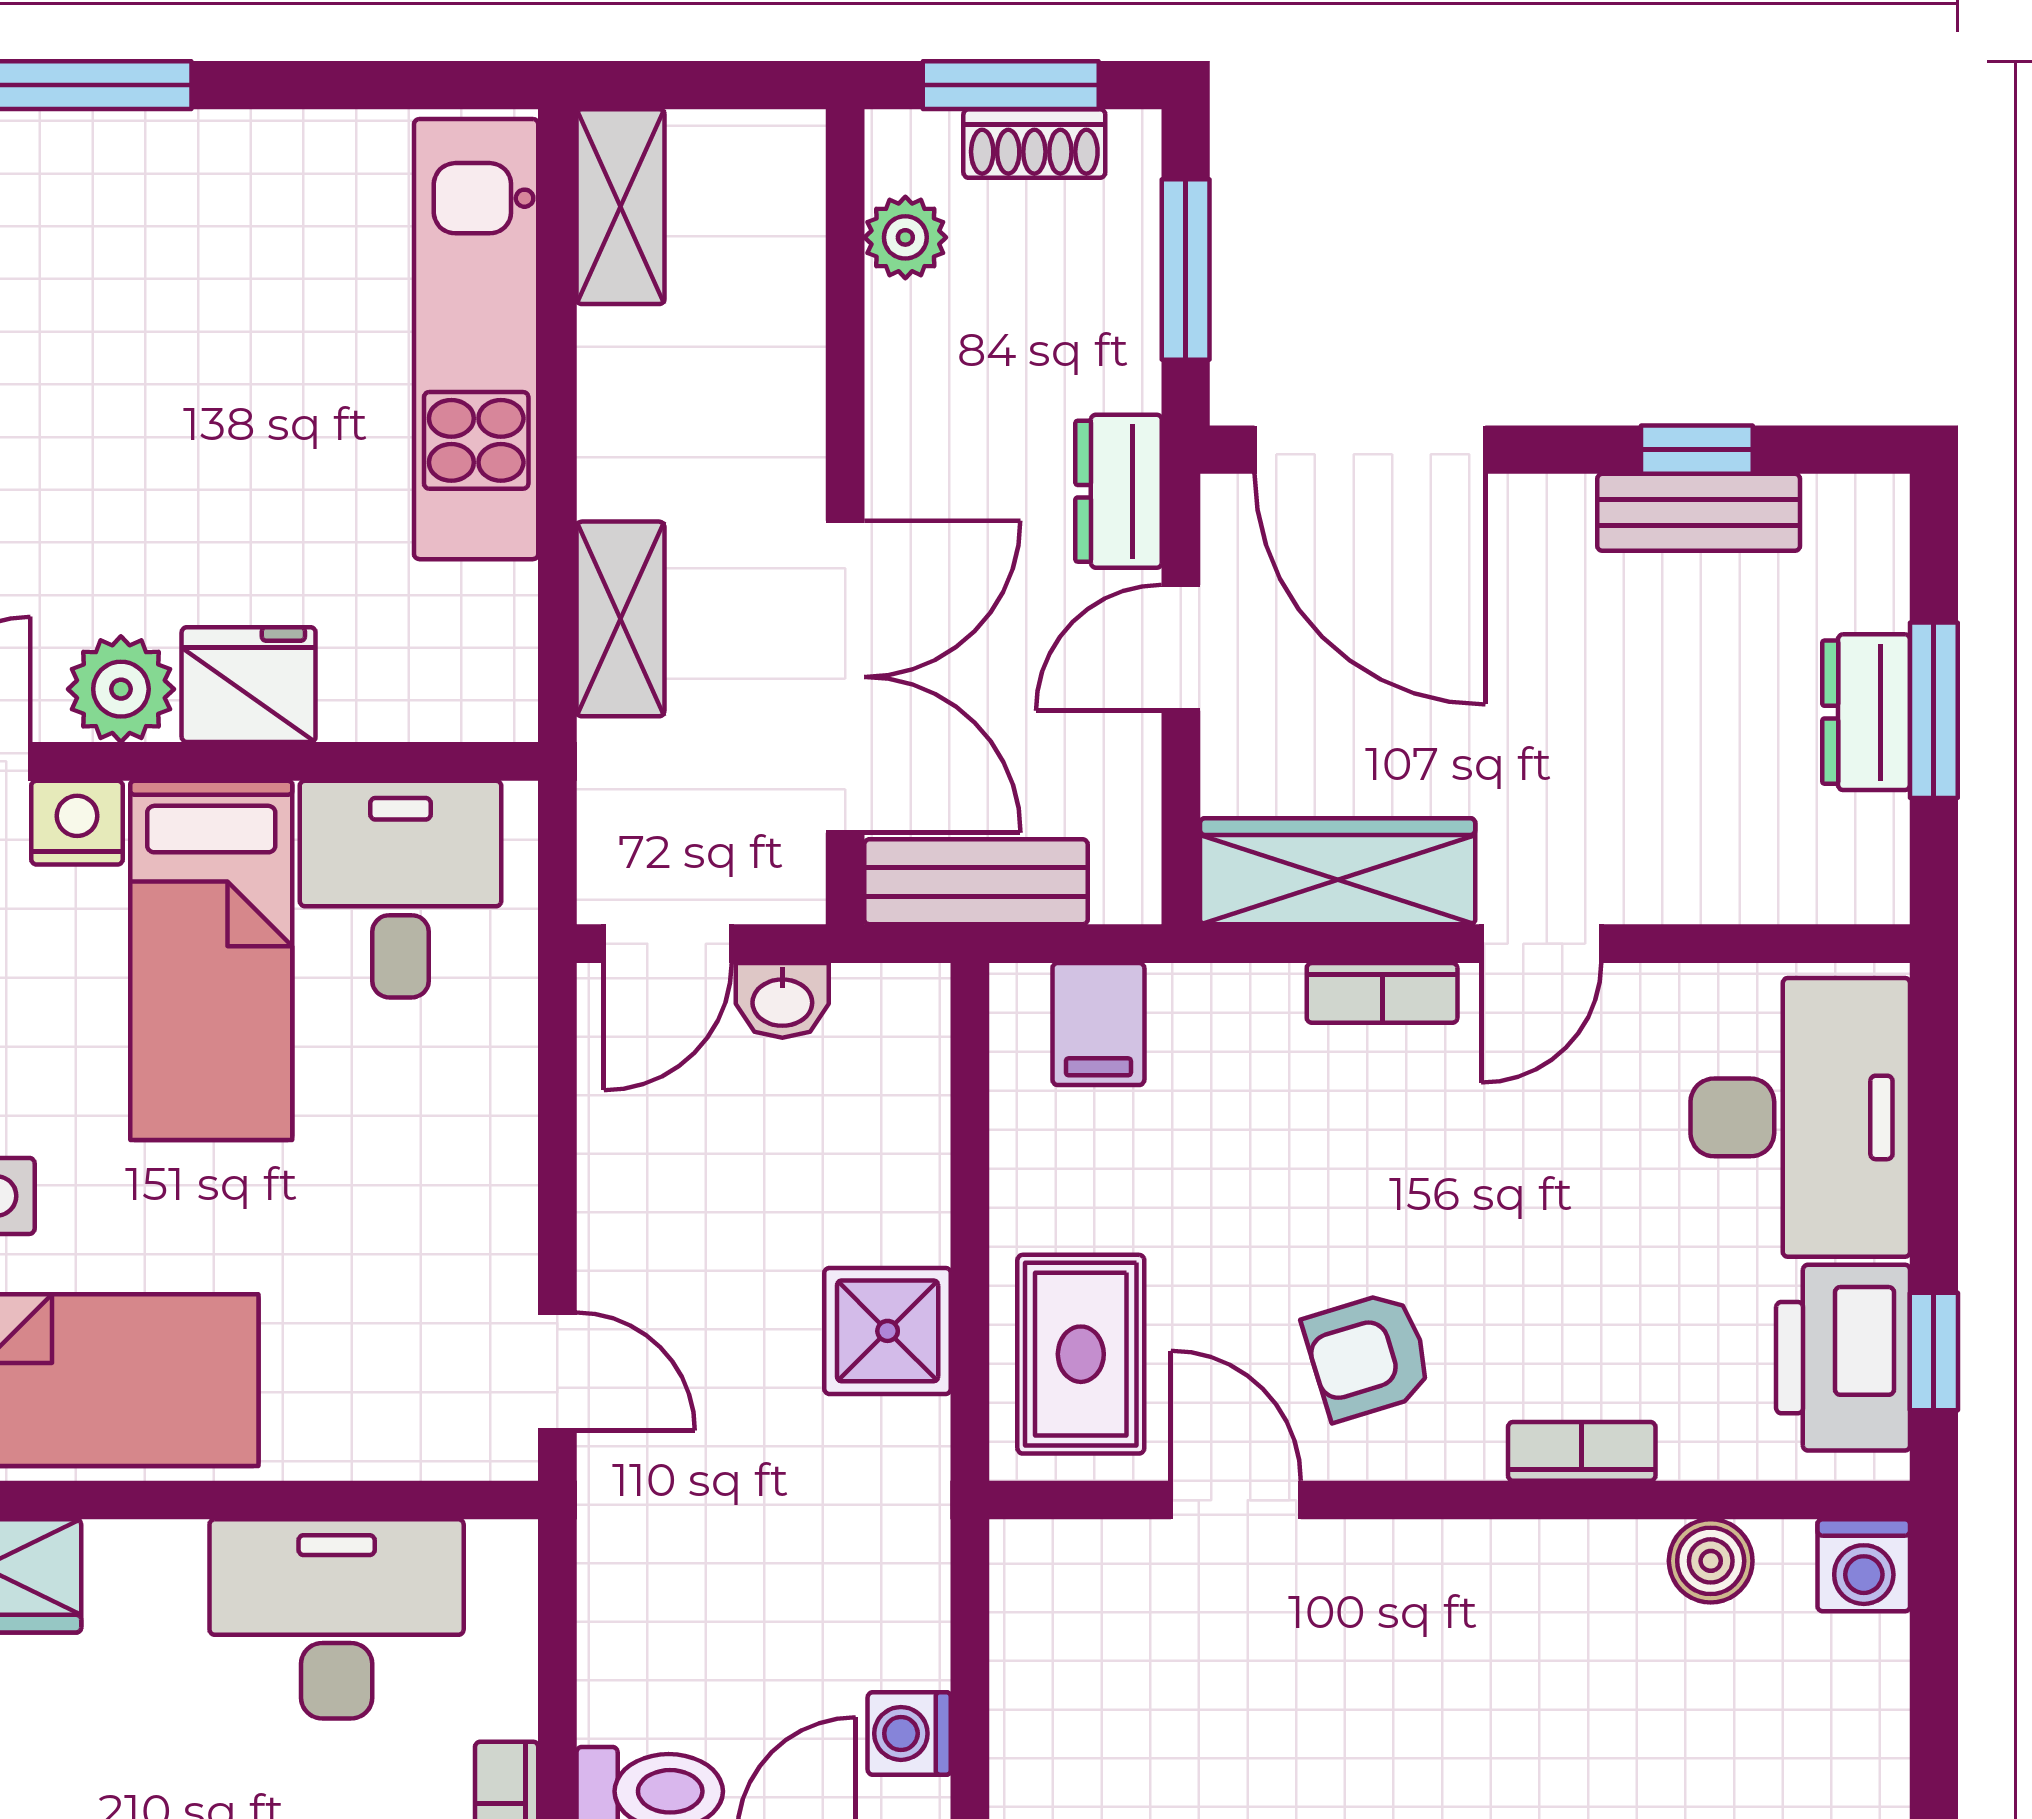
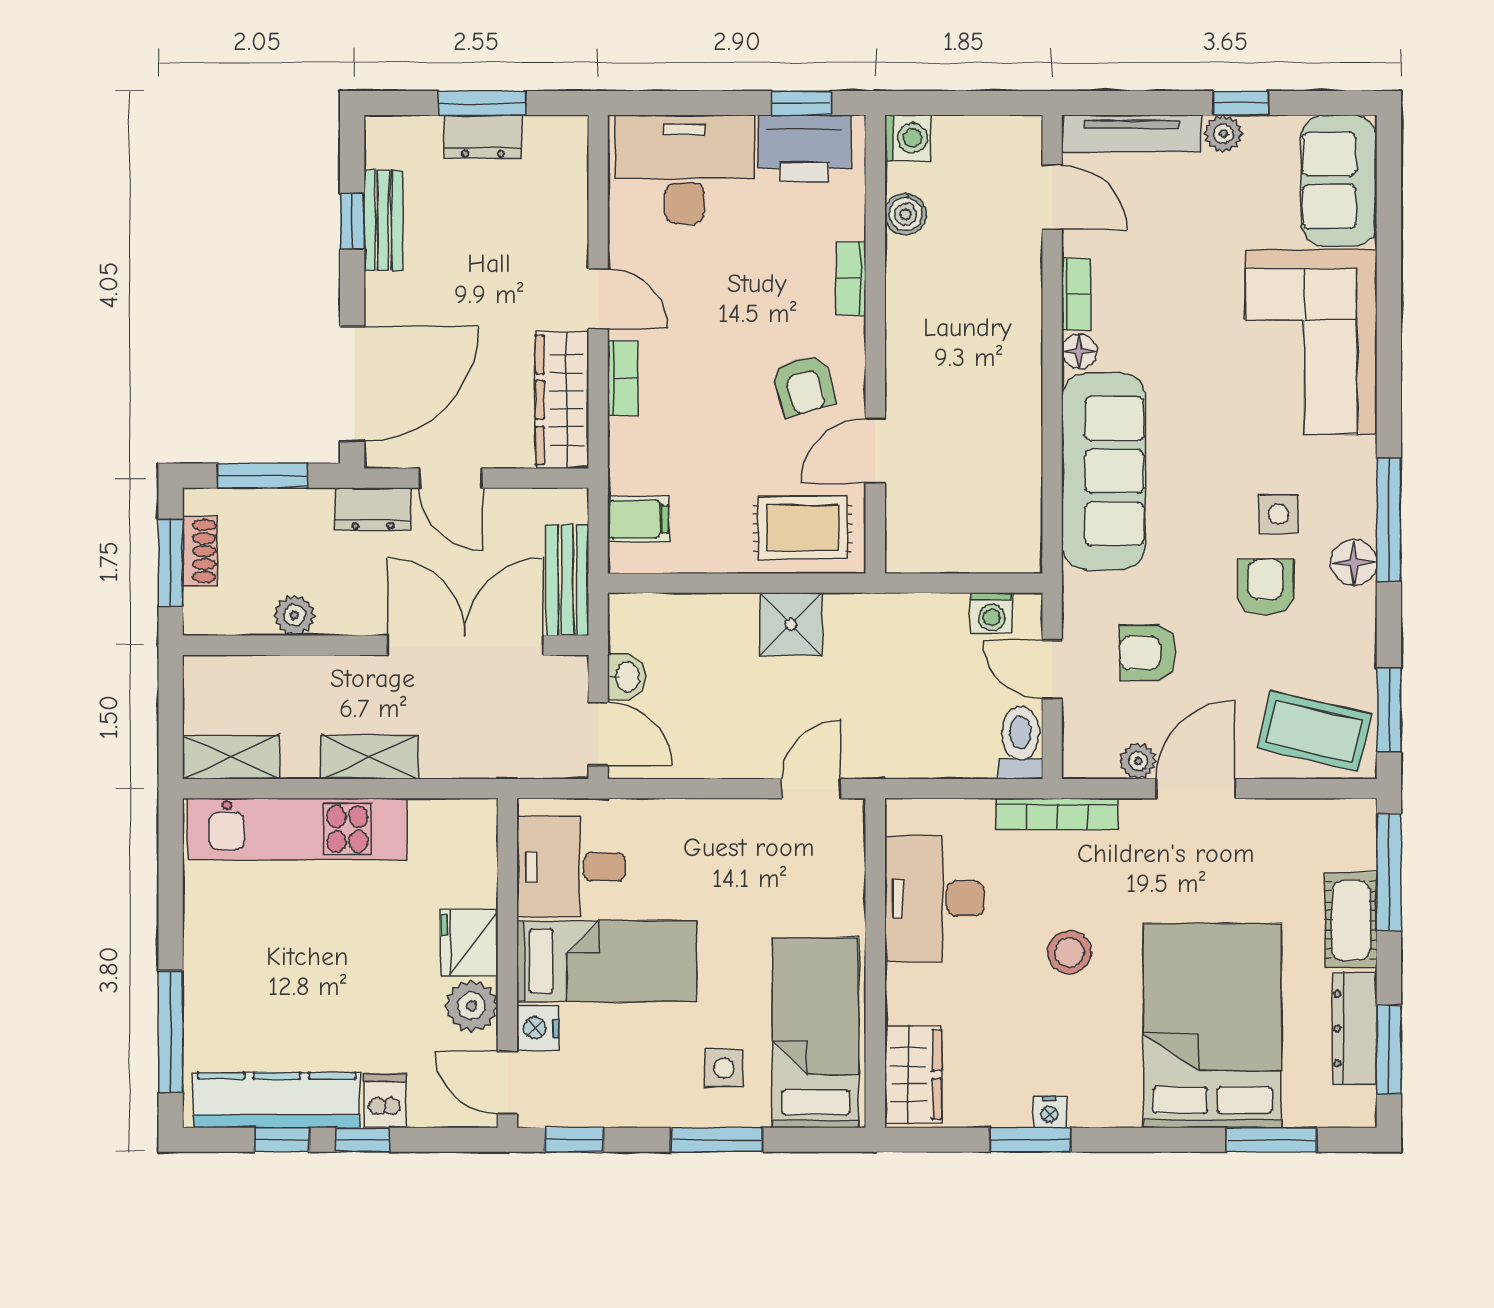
plant: (905, 237) -> (294, 615), moved
shelving: (620, 619) -> (369, 757), moved

